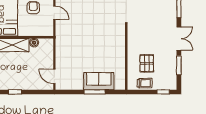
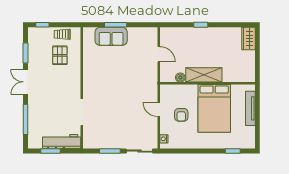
door: (54, 76) -> (159, 54), moved

